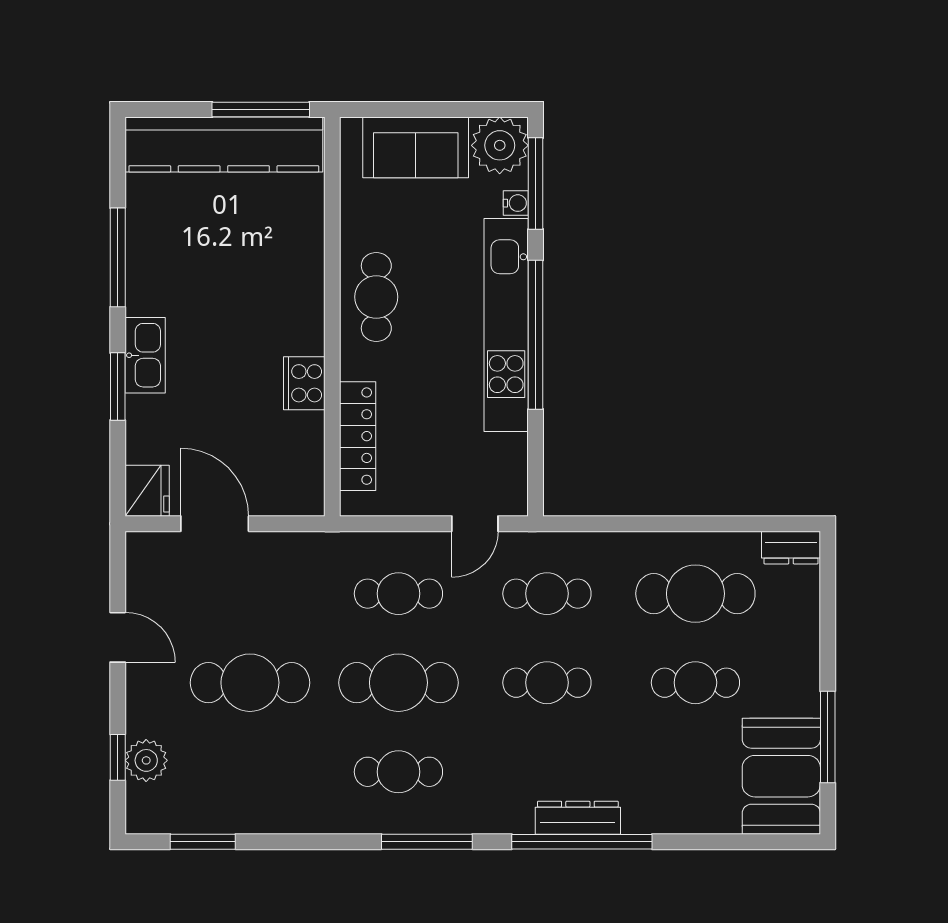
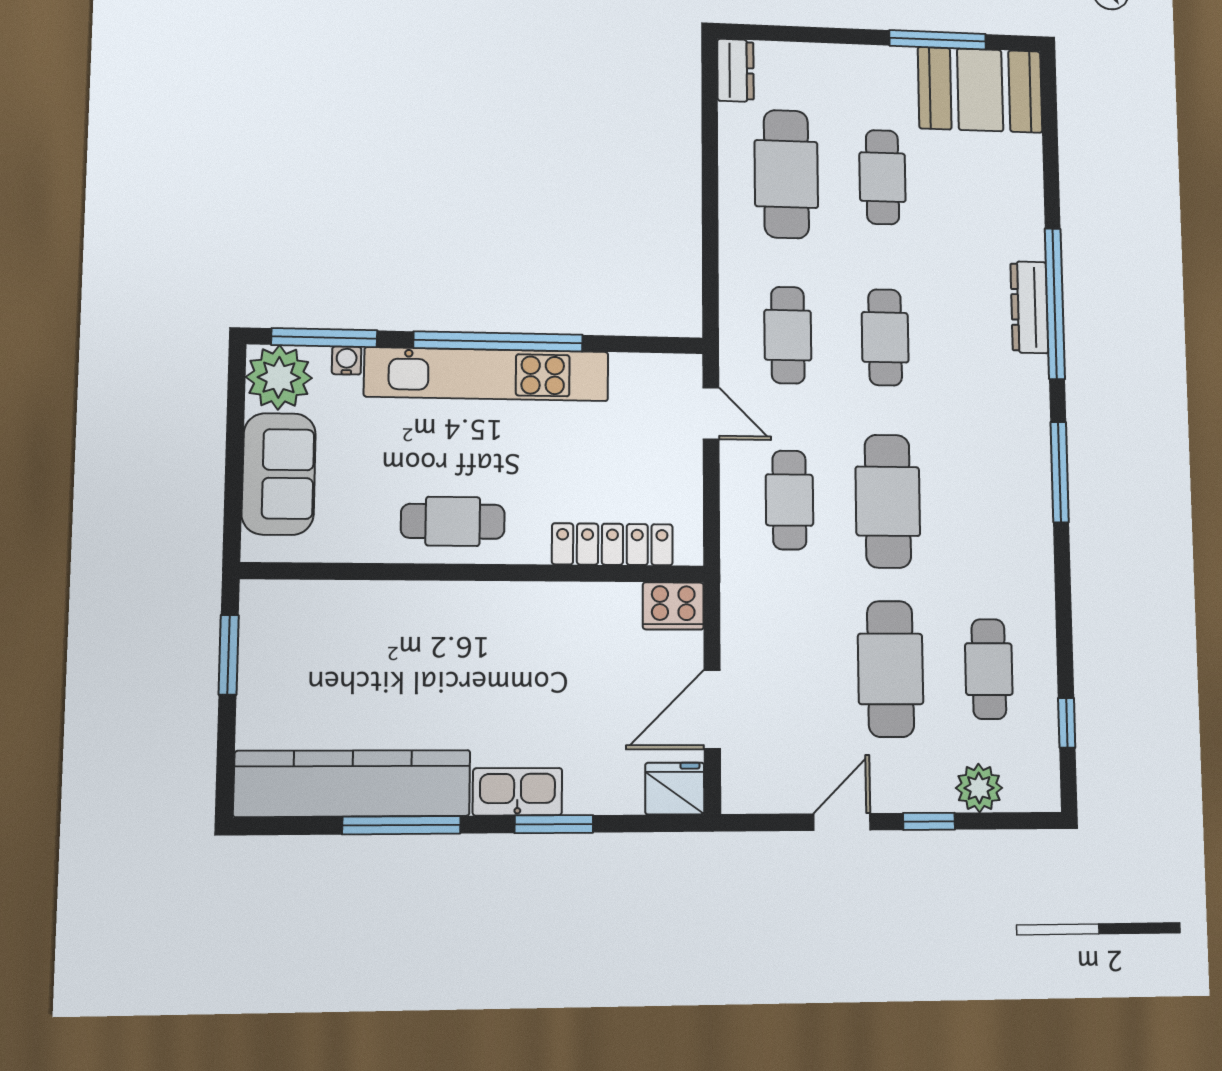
window: (261, 109) -> (229, 655), width x0.69
kitchen counter: (224, 145) -> (353, 783), moved, turned -90
cooker: (304, 383) -> (673, 606), moved
window: (118, 757) -> (929, 821), moved
cafe table: (398, 772) -> (989, 669), moved
window: (203, 842) -> (1067, 723), width x0.67

